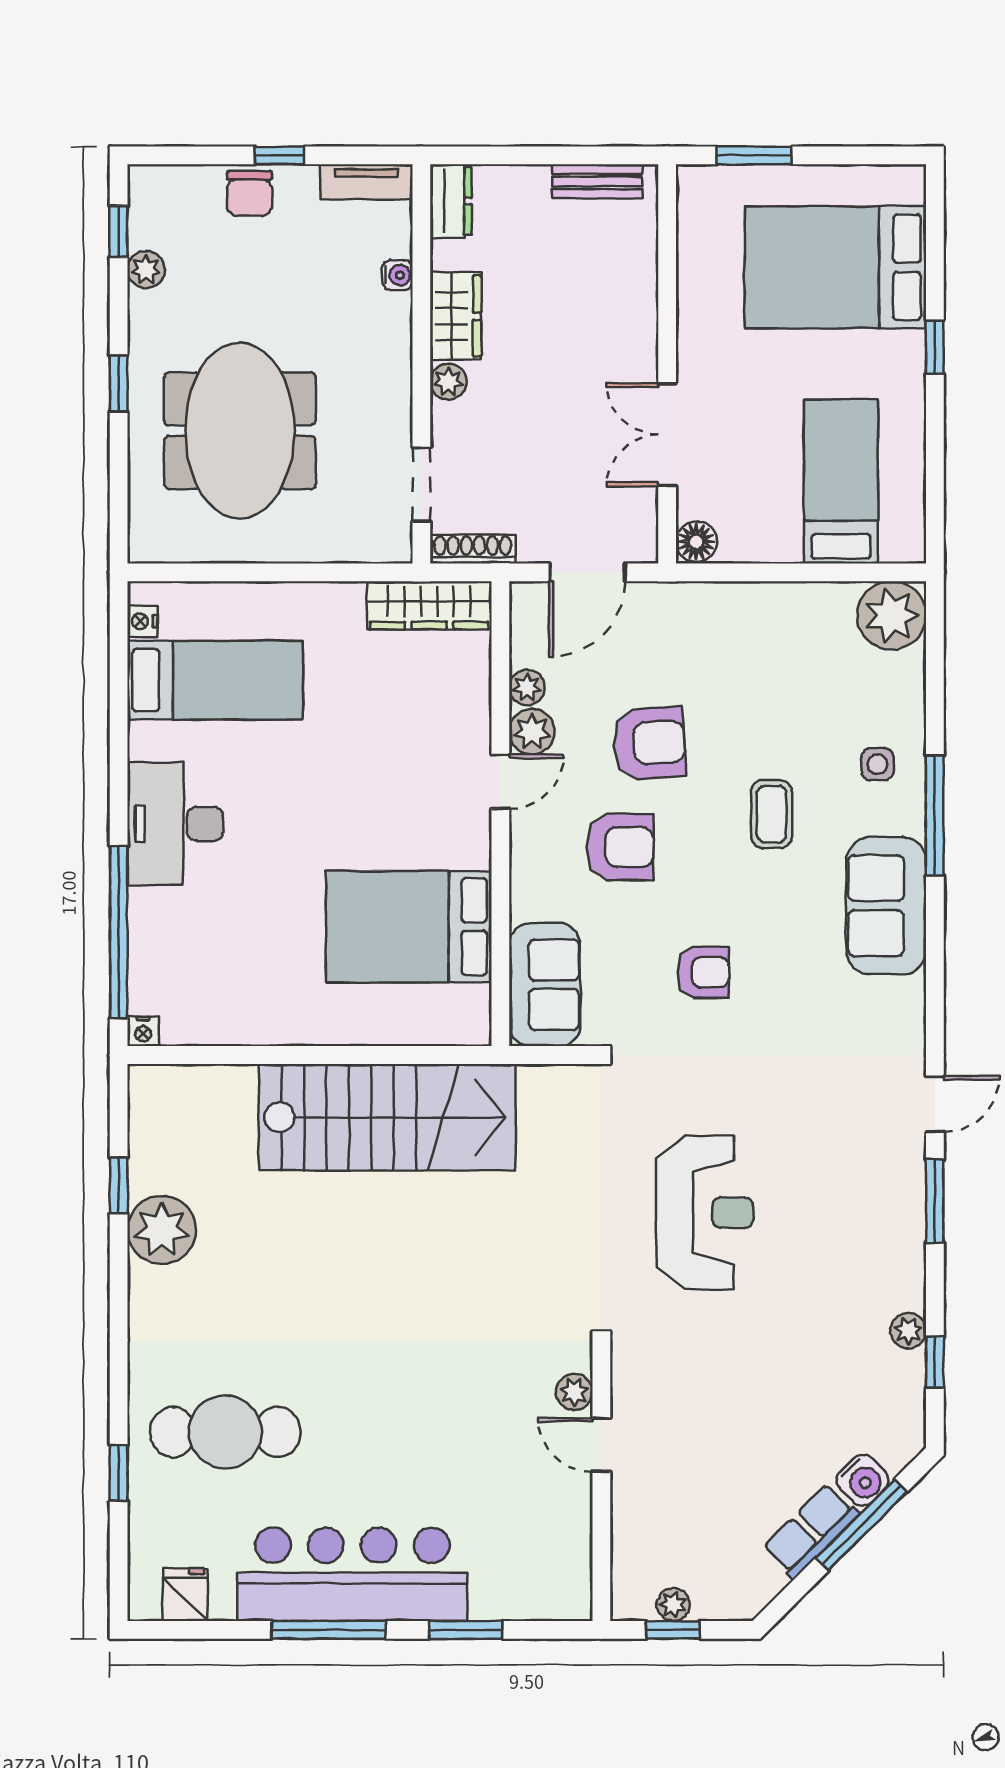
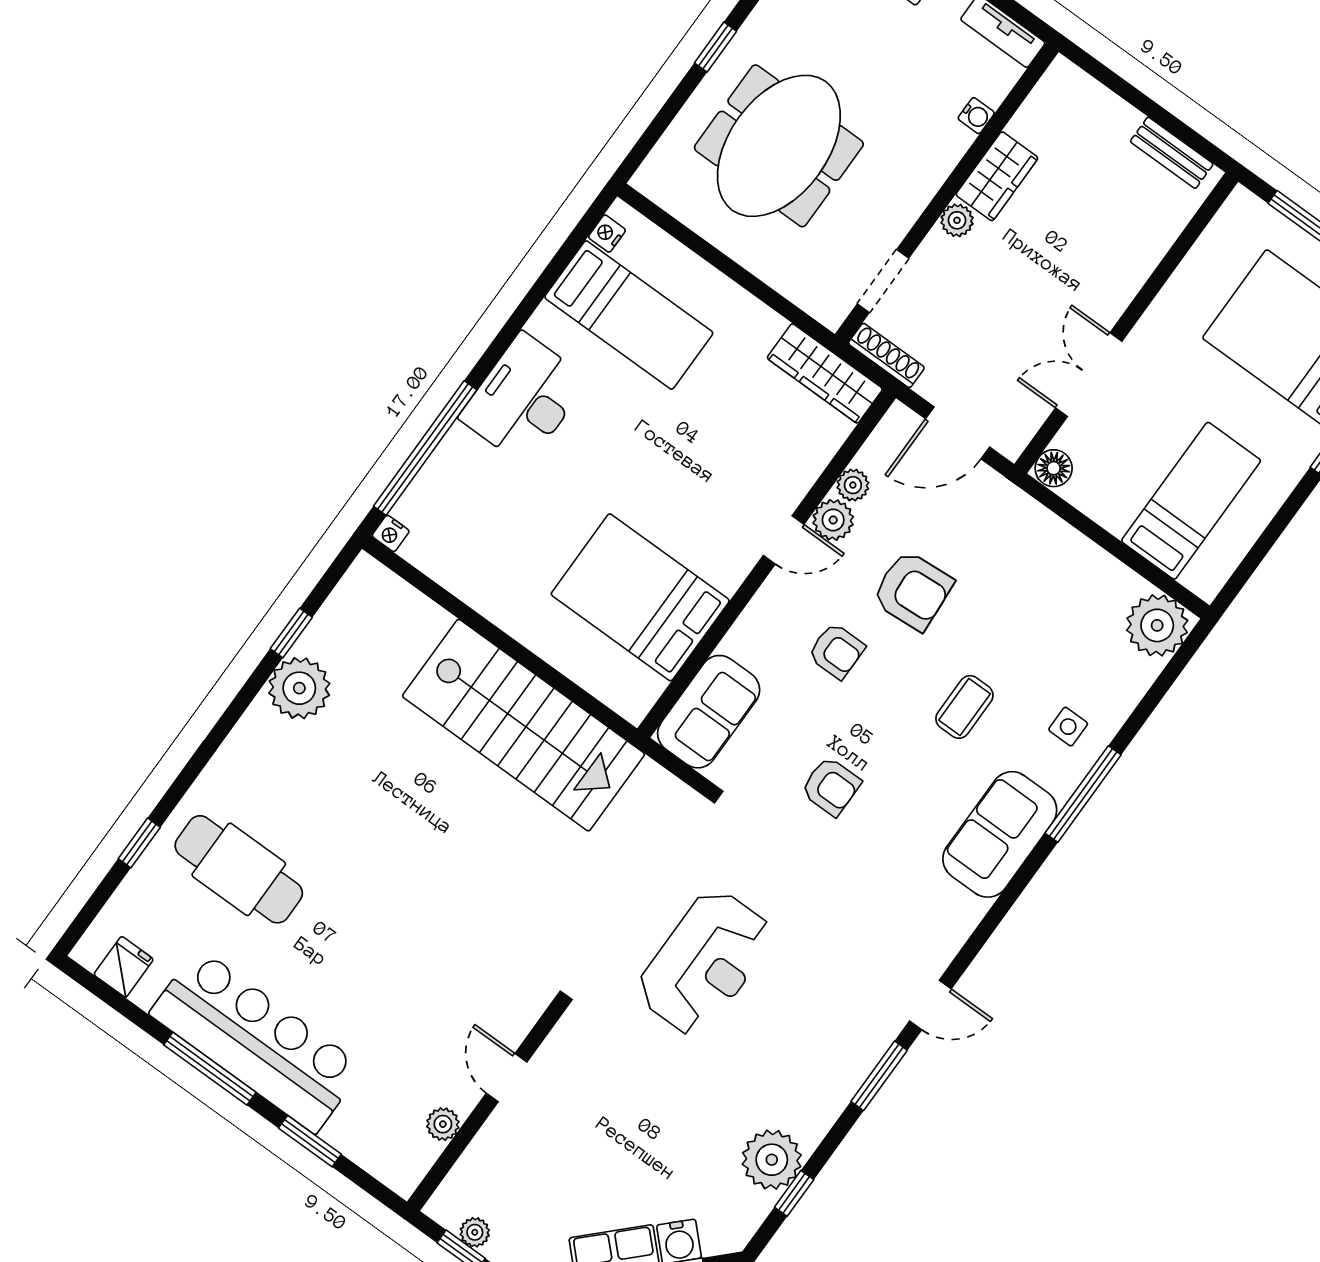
dresser: (451, 201) -> (1054, 90), removed
armchair: (620, 847) -> (836, 651), width x0.72, depth x0.72
plant: (908, 1331) -> (772, 1160), width x1.88, depth x1.88
plant: (574, 1392) -> (443, 1124), moved

